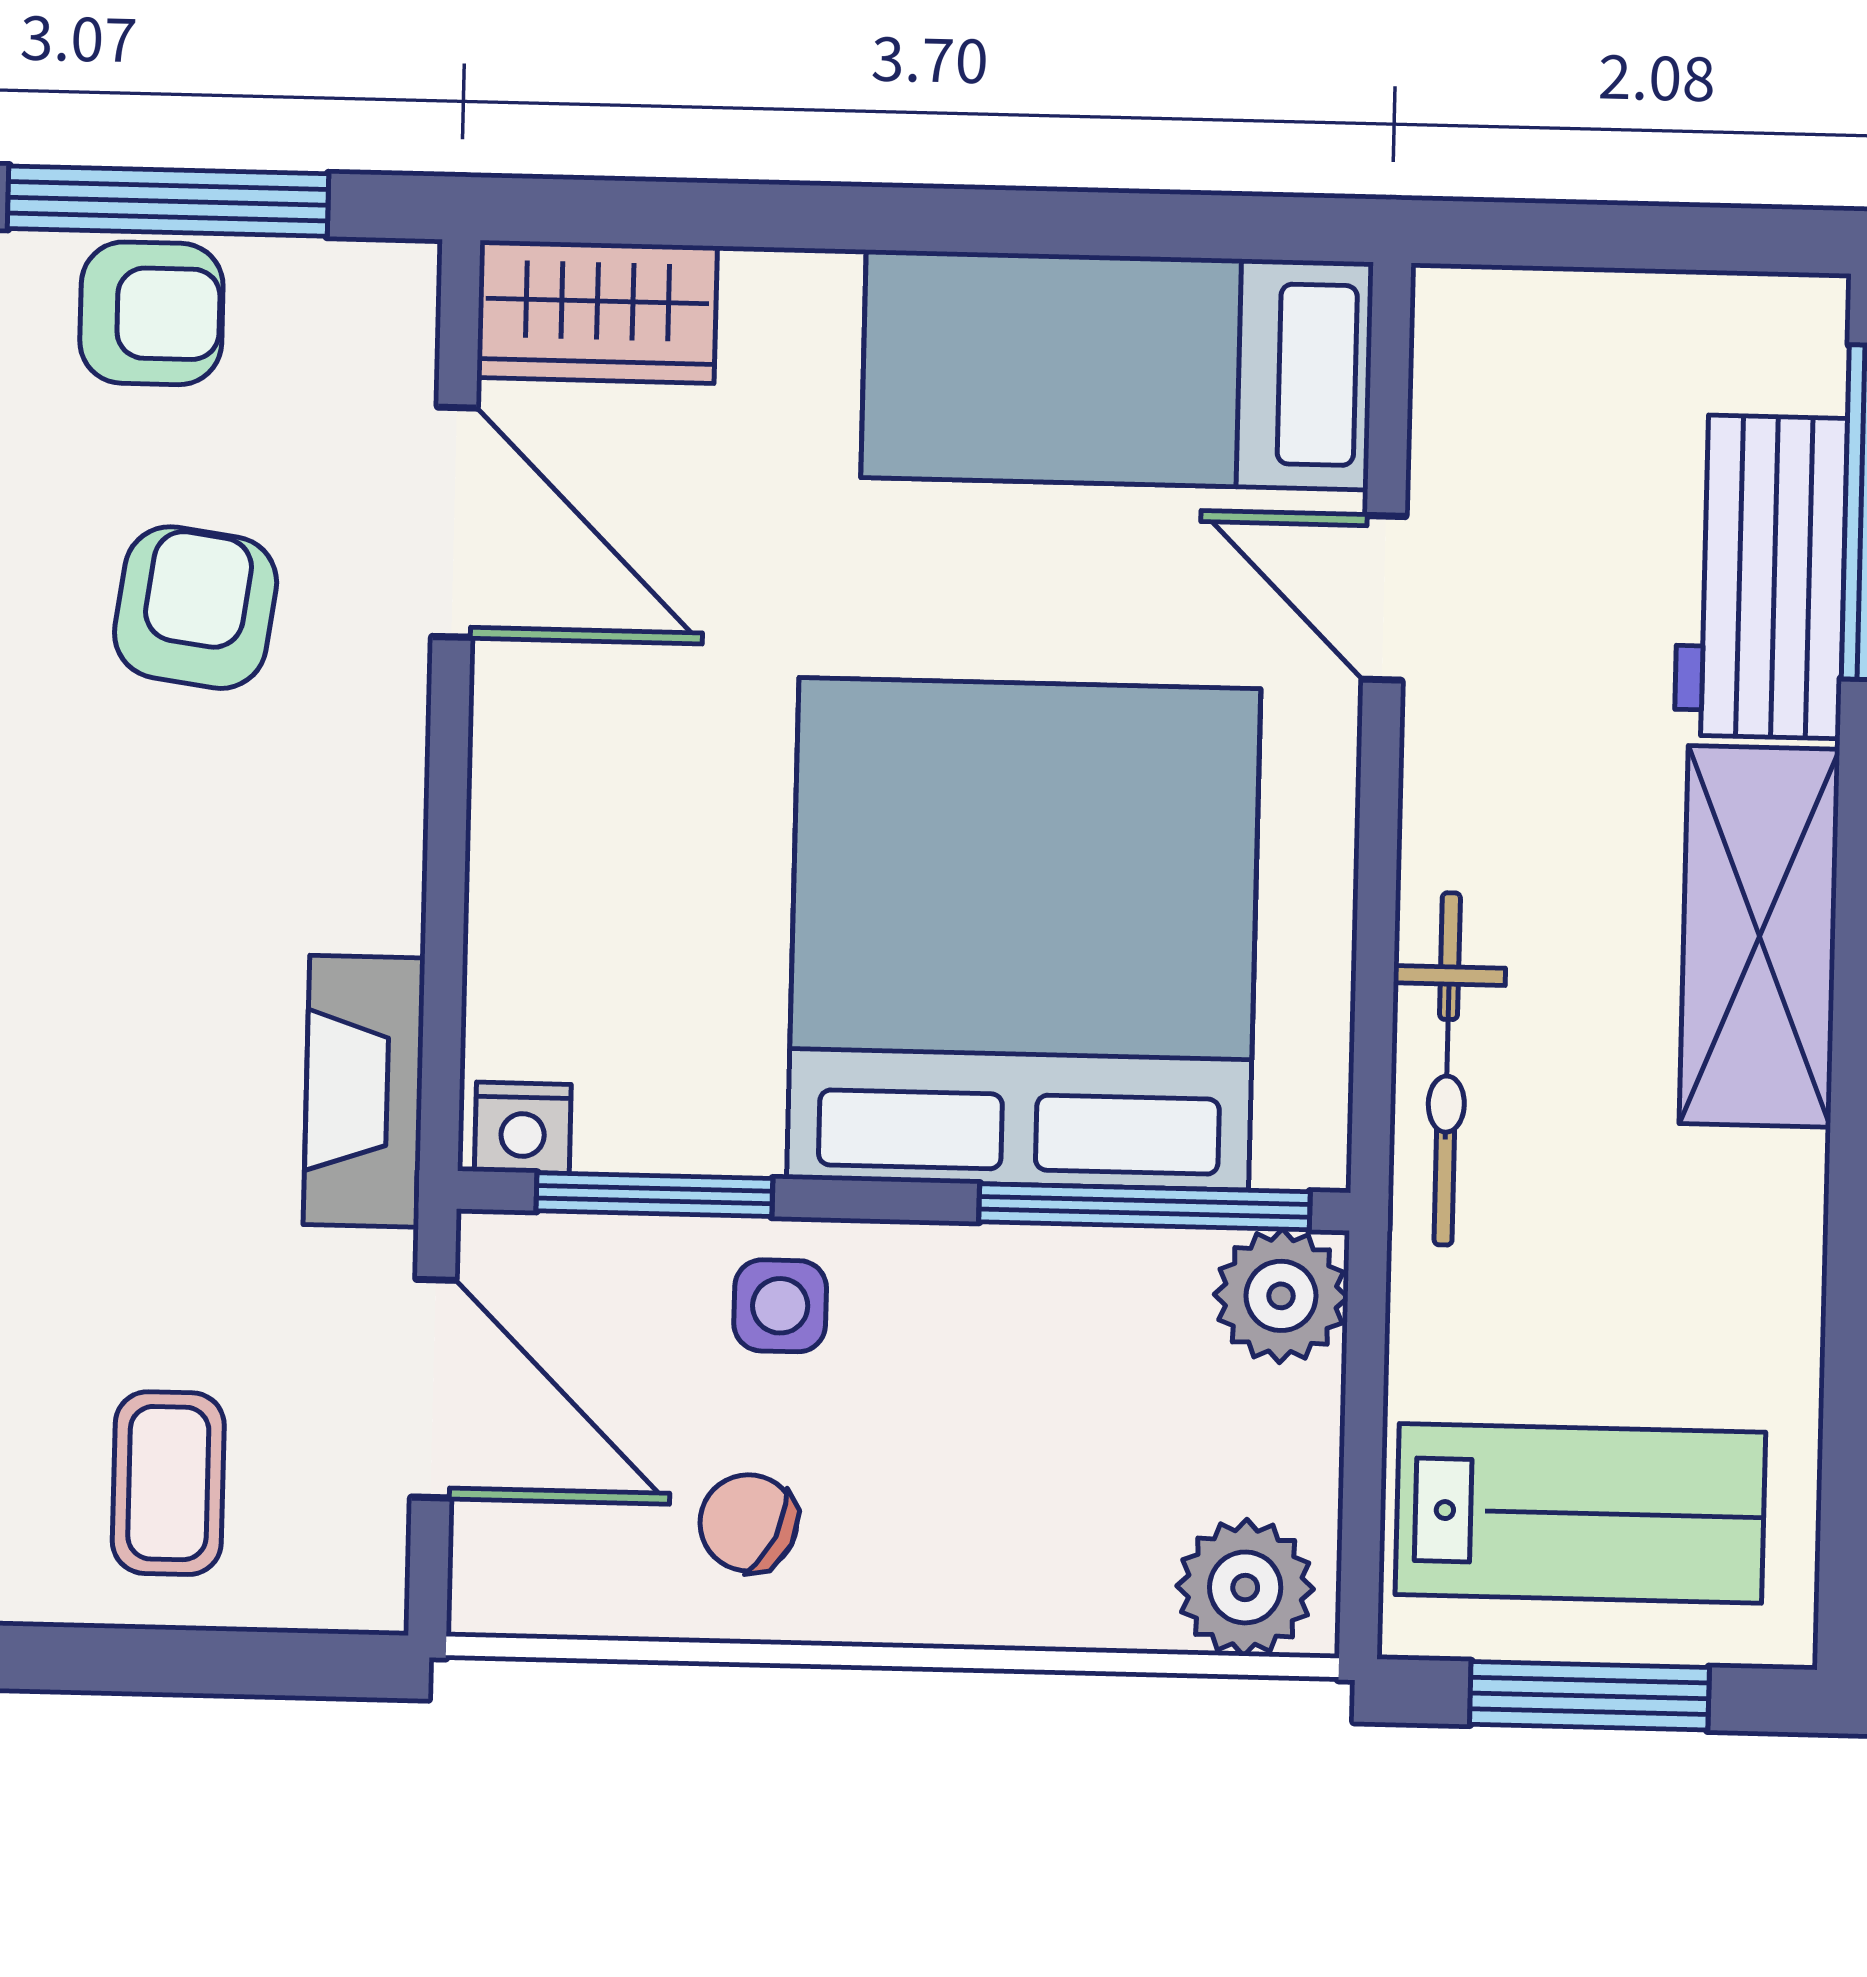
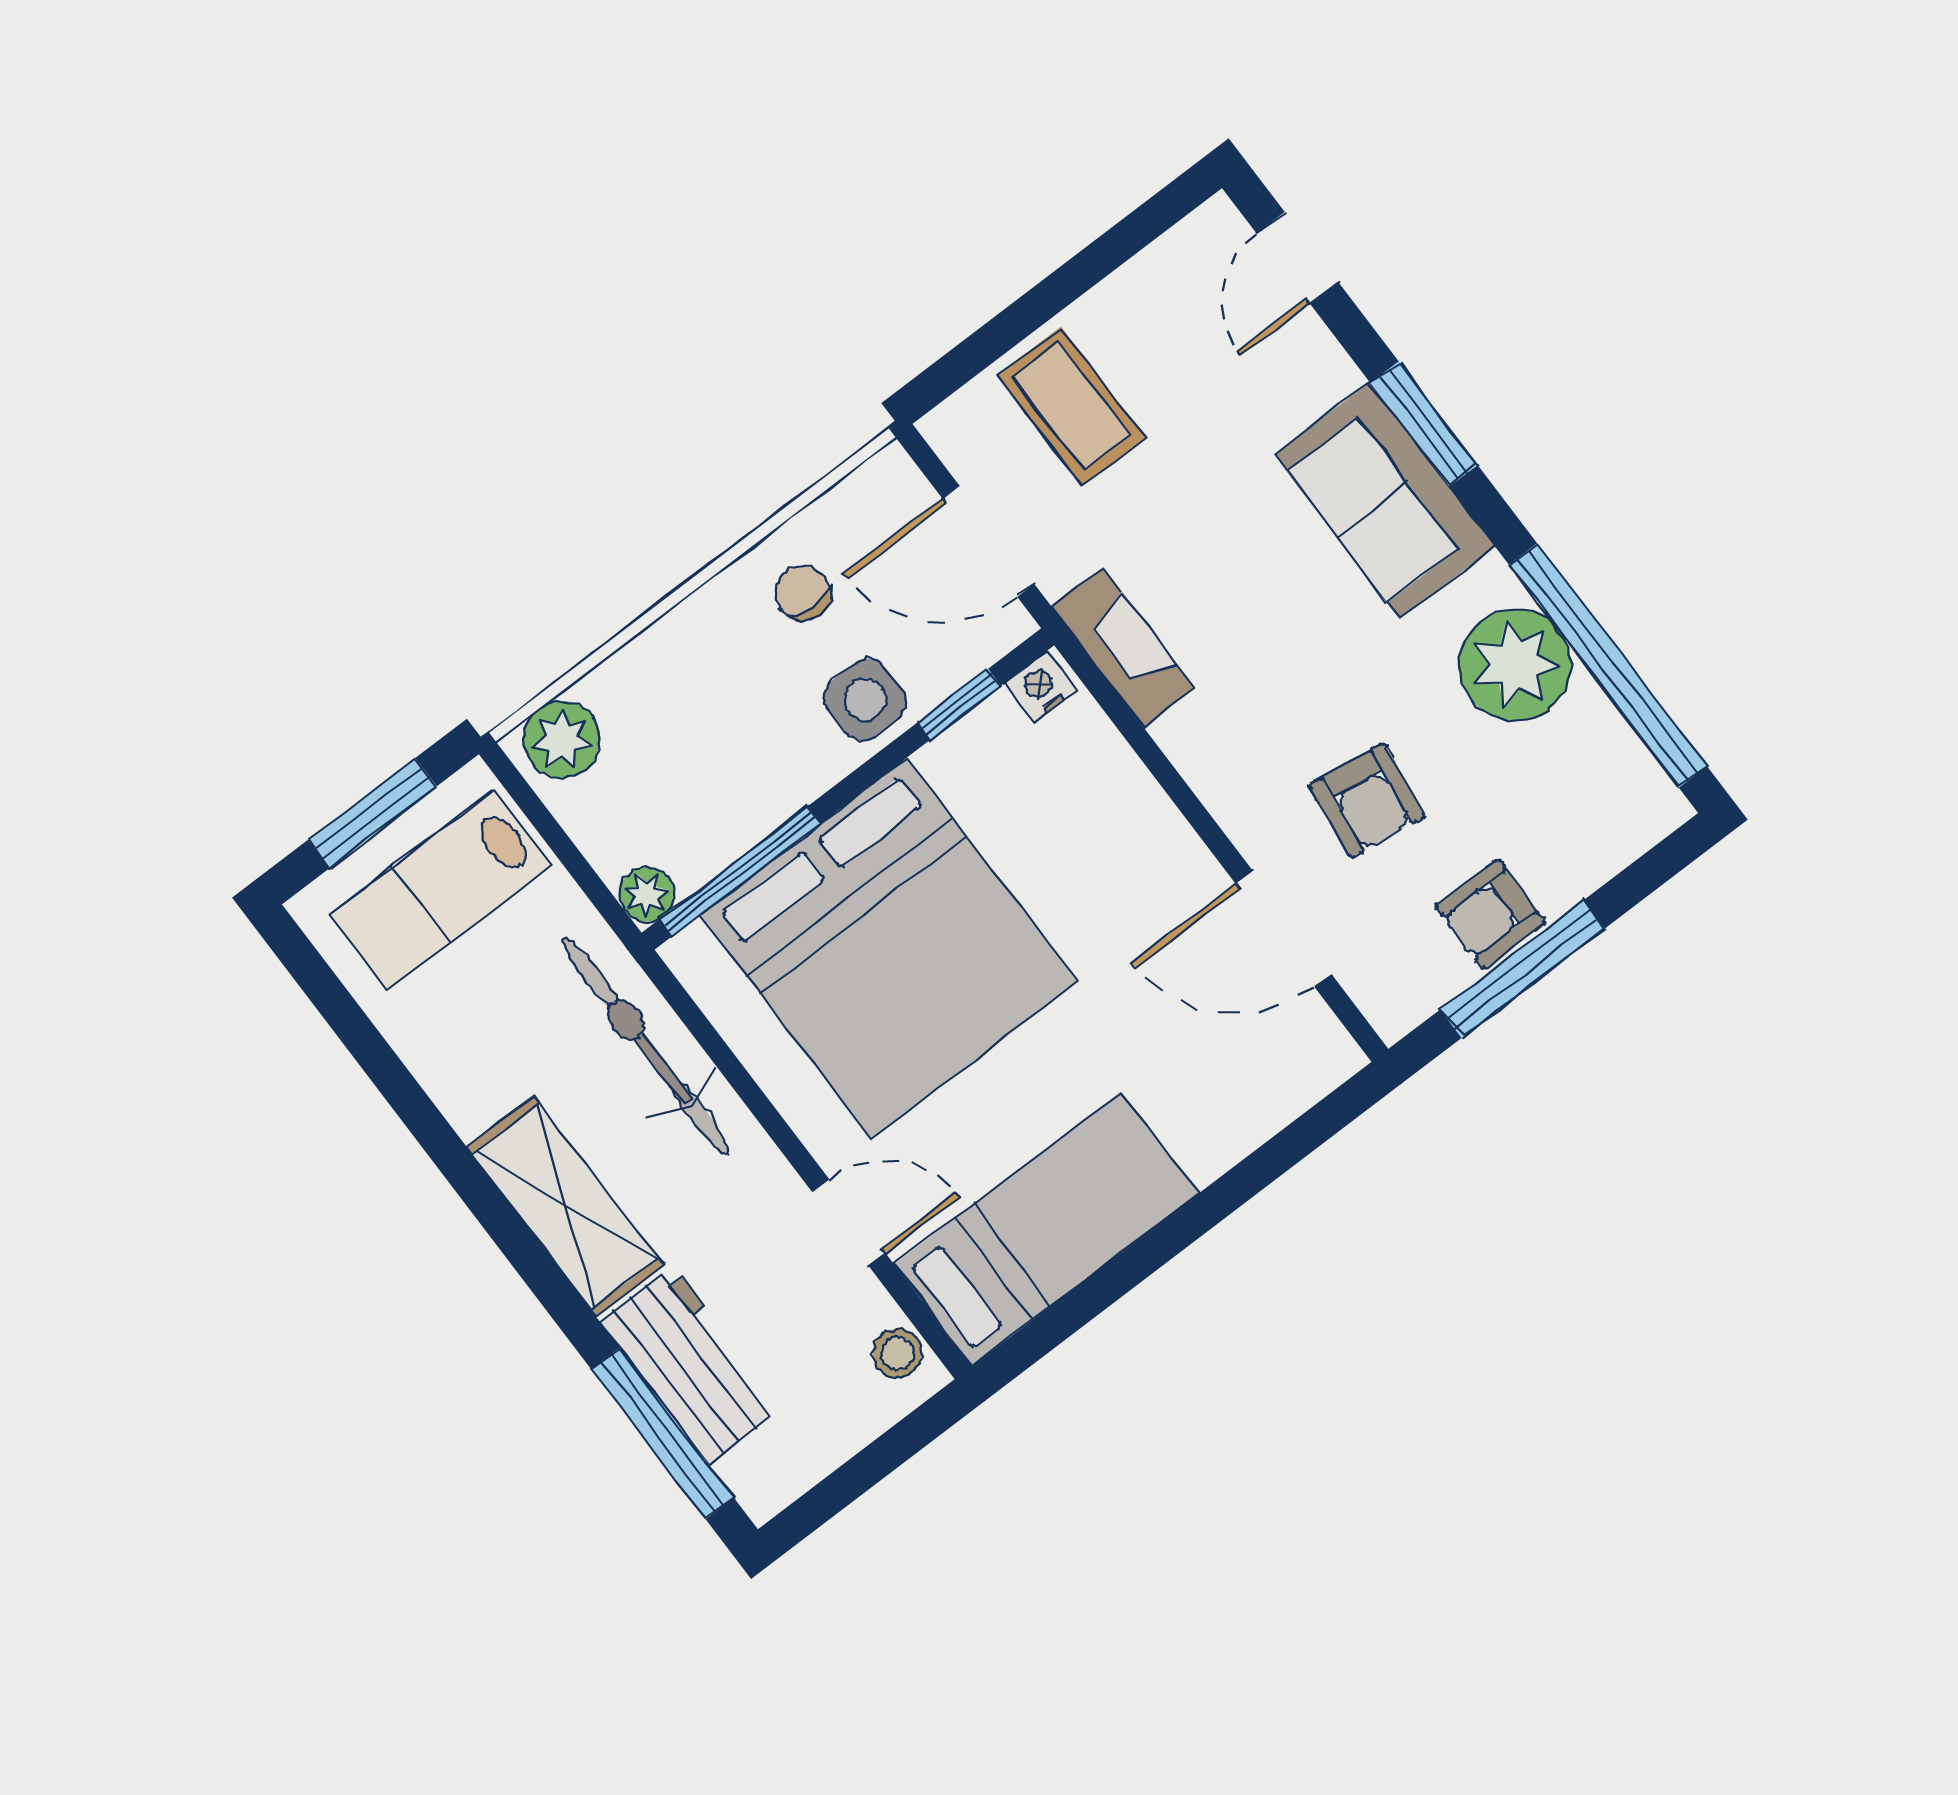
wardrobe: (597, 312) -> (1295, 1071), removed
stool: (1462, 363) -> (897, 1353), added
bicycle: (1447, 1069) -> (646, 1046), width x1.37, depth x1.40
window: (654, 1195) -> (959, 704), width x0.67
plant: (1281, 1296) -> (647, 894), width x0.73, depth x0.73
side table: (780, 1306) -> (865, 699), width x1.37, depth x1.37
coffee table: (168, 1483) -> (1071, 406), width x1.36, depth x1.30
chair: (748, 1523) -> (803, 593), turned -115

